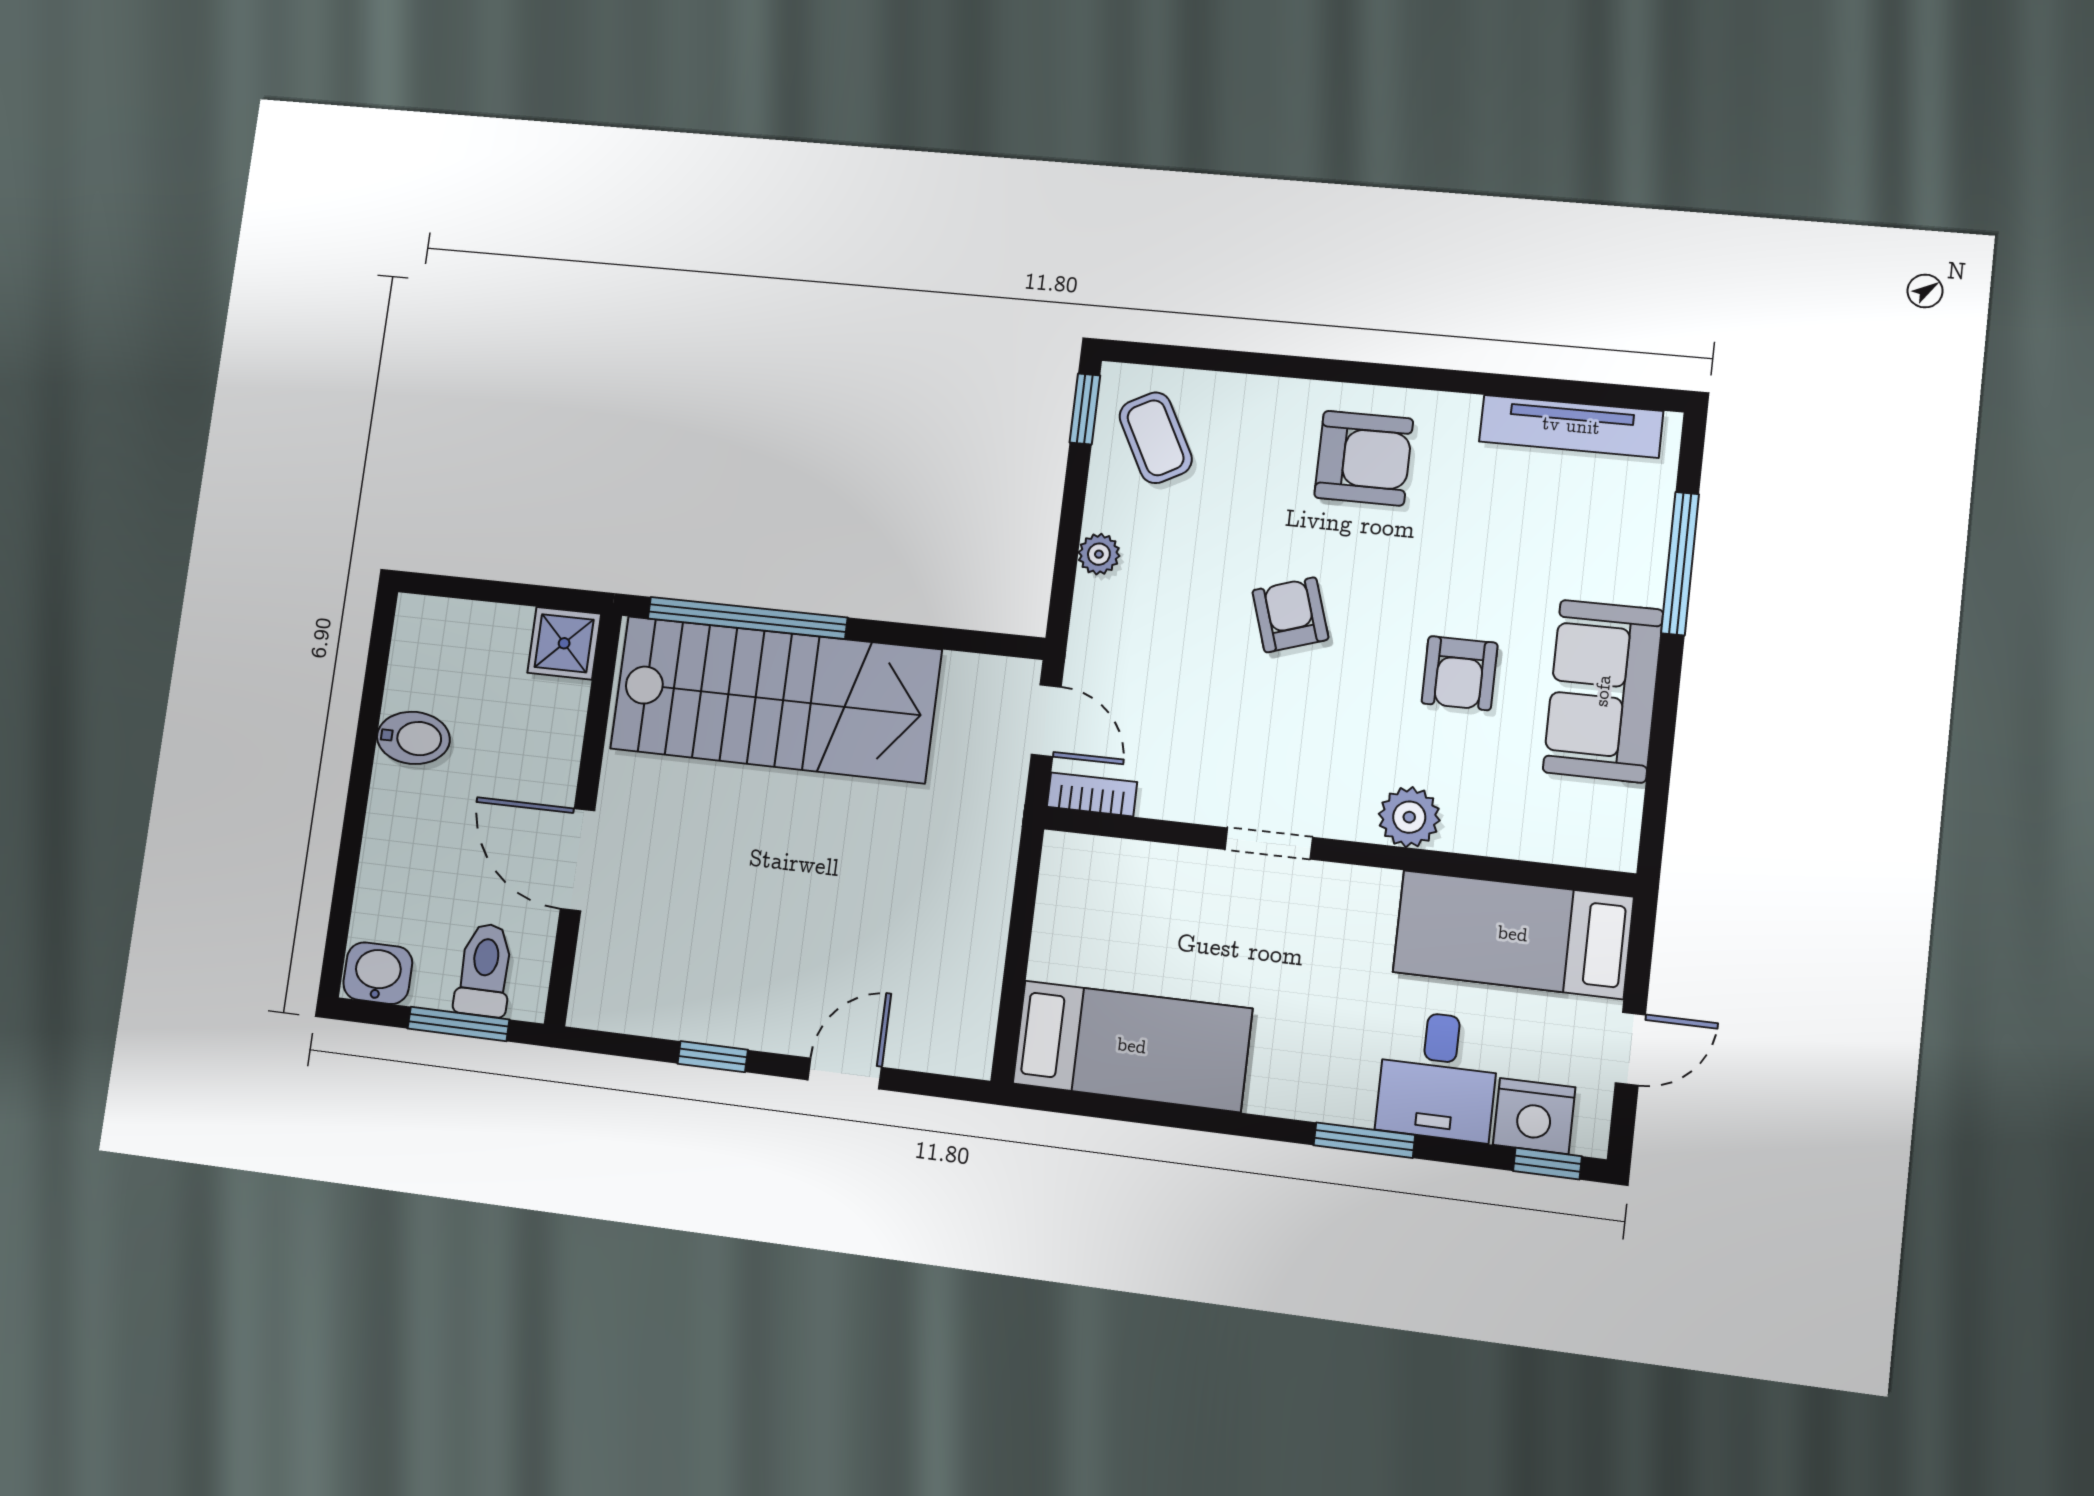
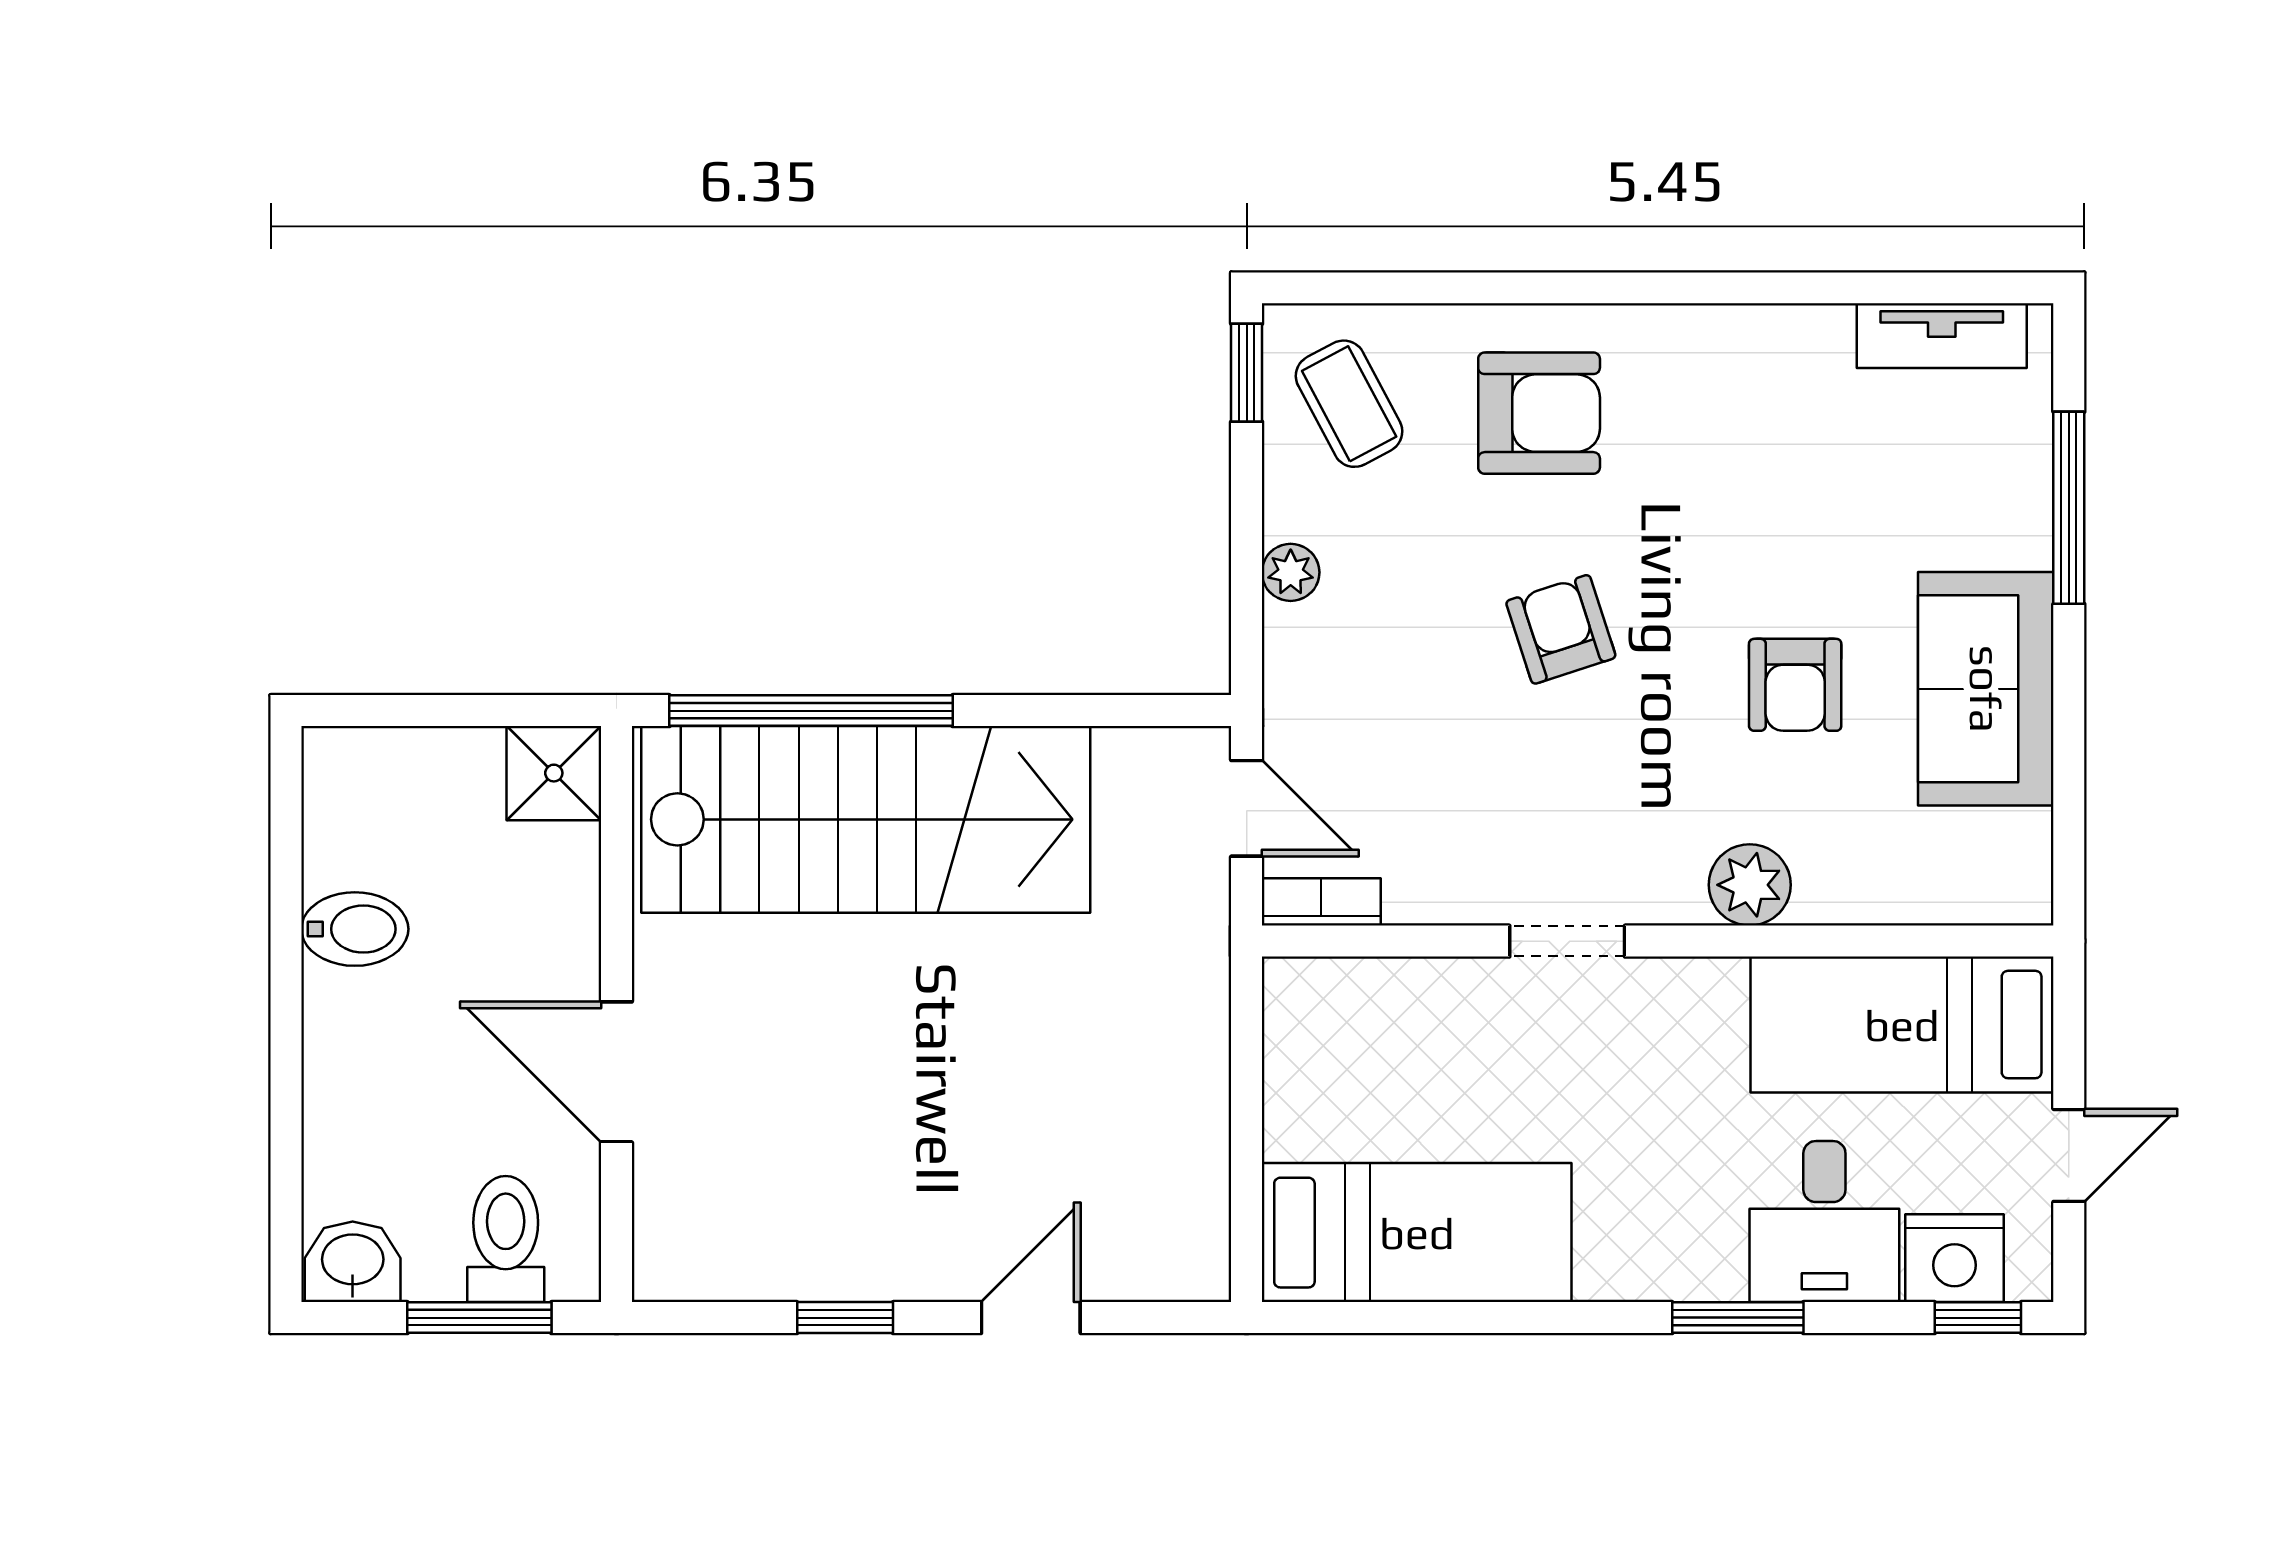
tv unit: (1571, 426) -> (1942, 336), width x0.71
armchair: (1364, 458) -> (1539, 413), moved

